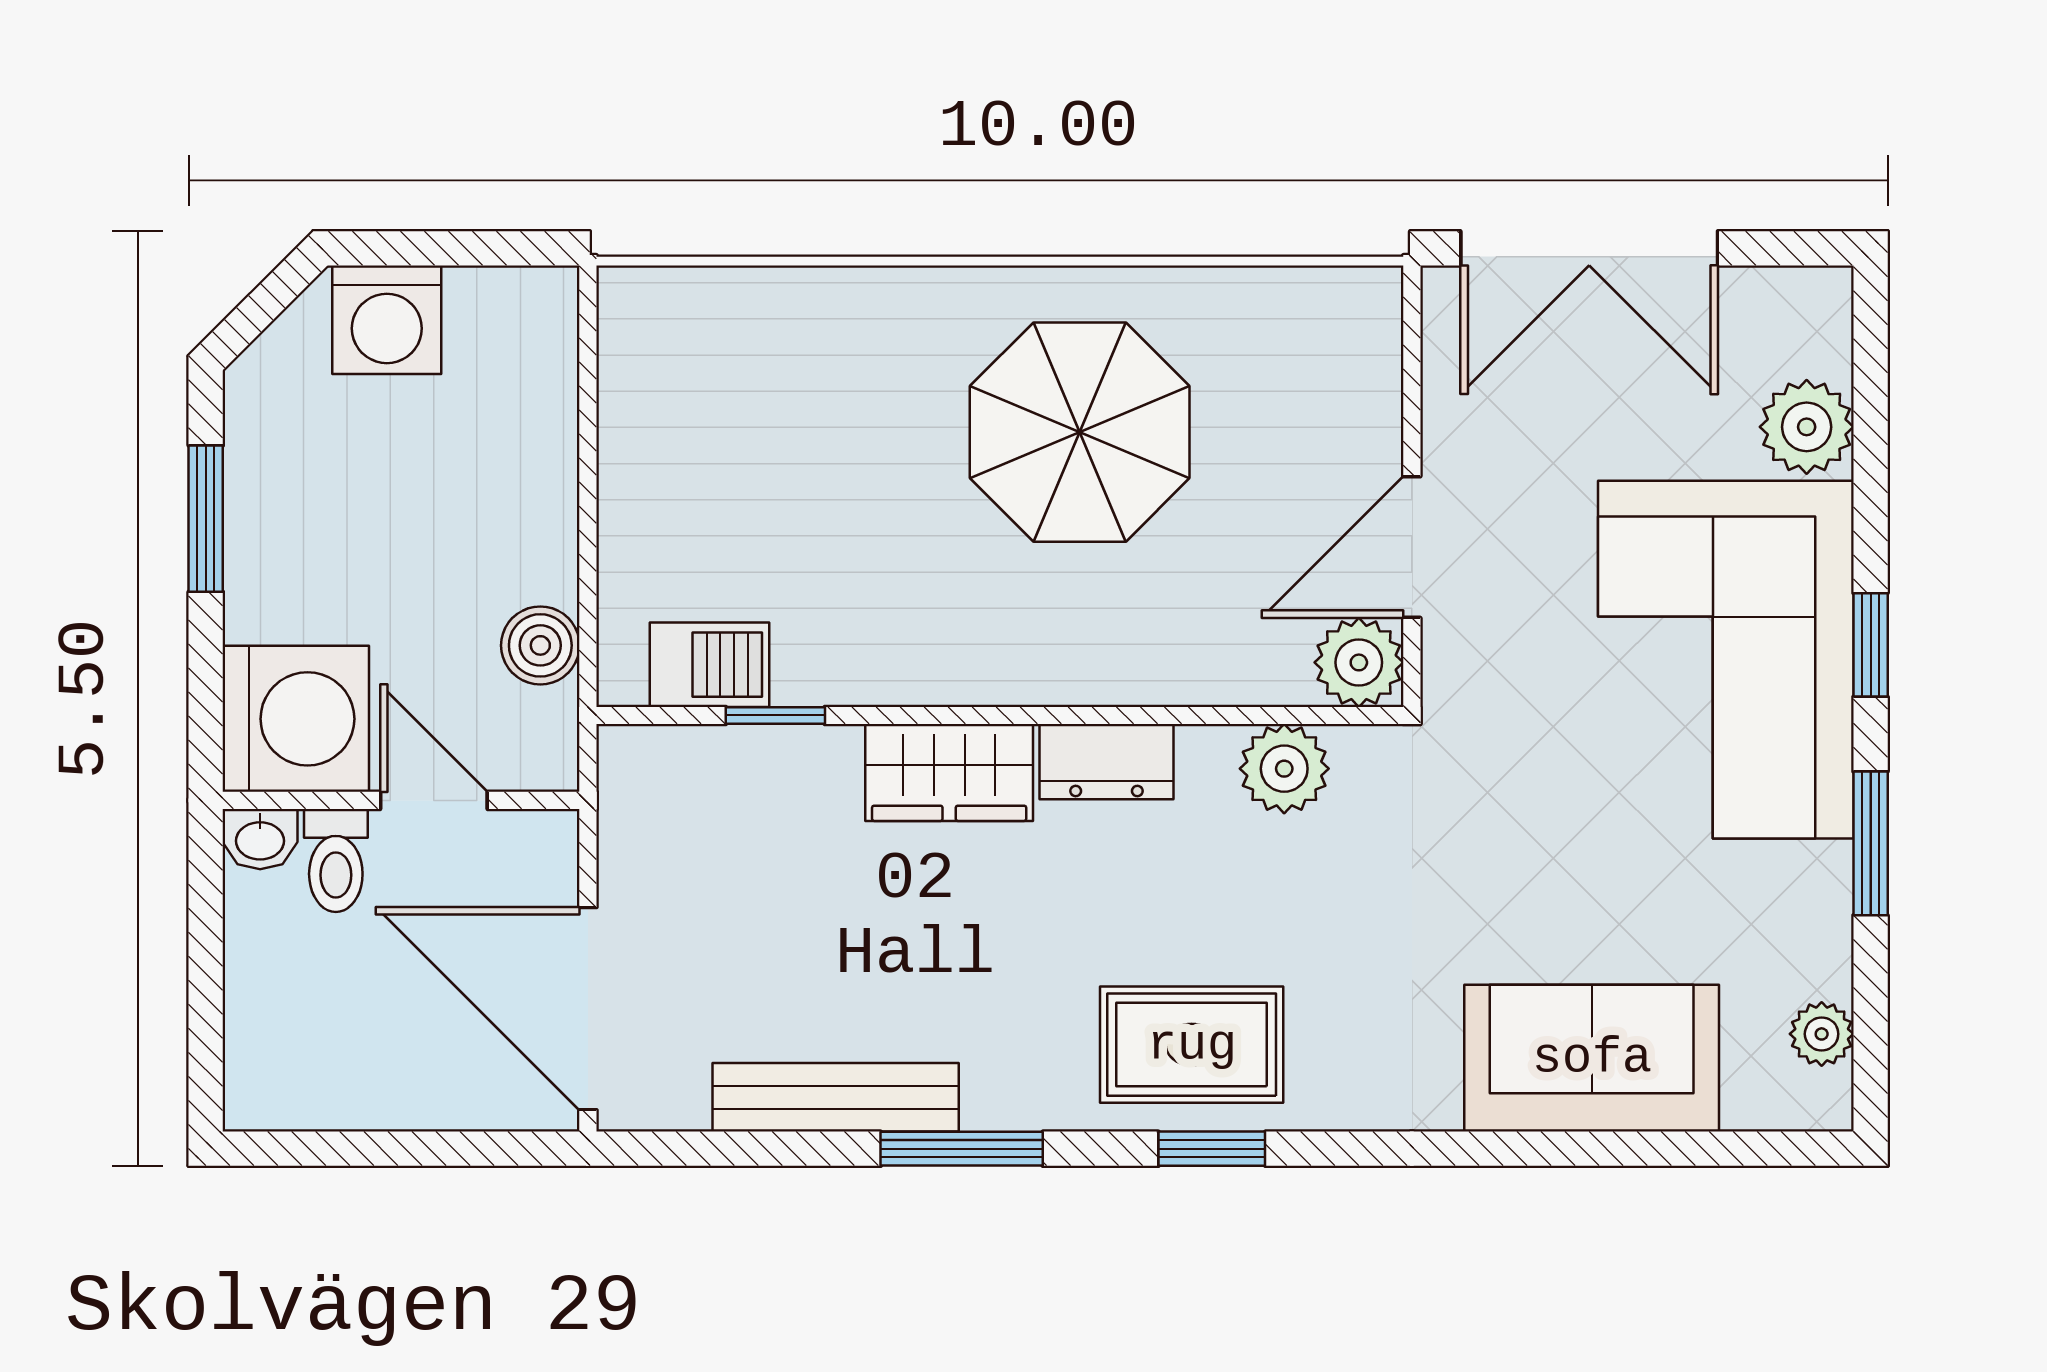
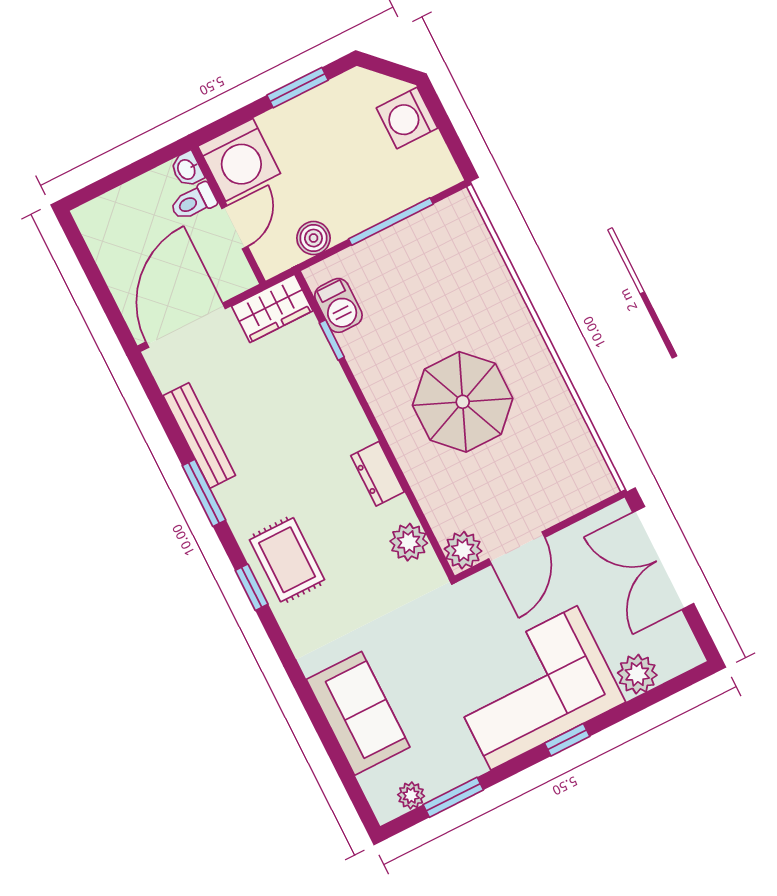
parasol: (1080, 432) -> (463, 402), moved
window: (588, 465) -> (391, 222), added
door: (1412, 547) -> (517, 548), swing flipped
wardrobe: (949, 773) -> (272, 308), moved, turned -90
window: (1871, 843) -> (453, 797), moved

